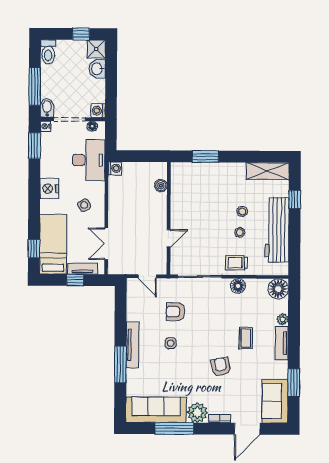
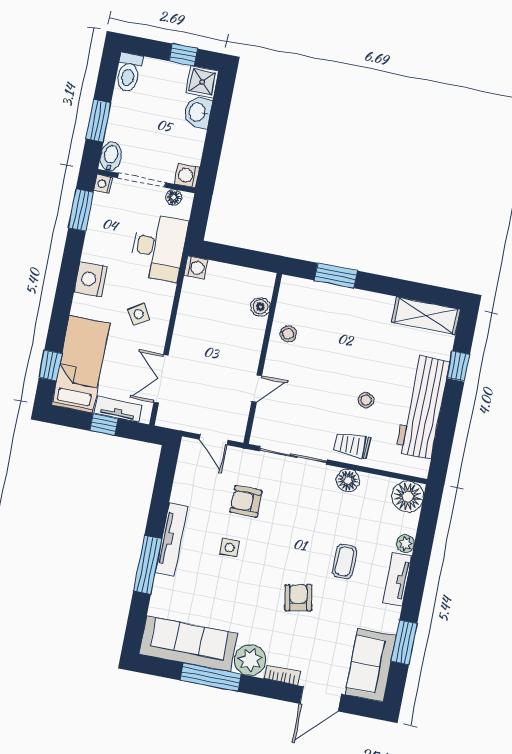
window: (35, 86) -> (98, 121), width x0.69
stool: (242, 211) -> (288, 334), moved

